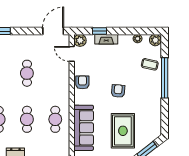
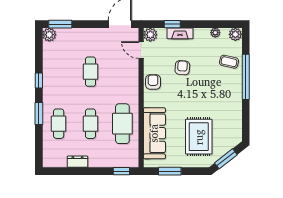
armchair: (118, 91) -> (182, 68), moved
cafe table: (55, 119) -> (122, 124), width x1.37, depth x1.35

